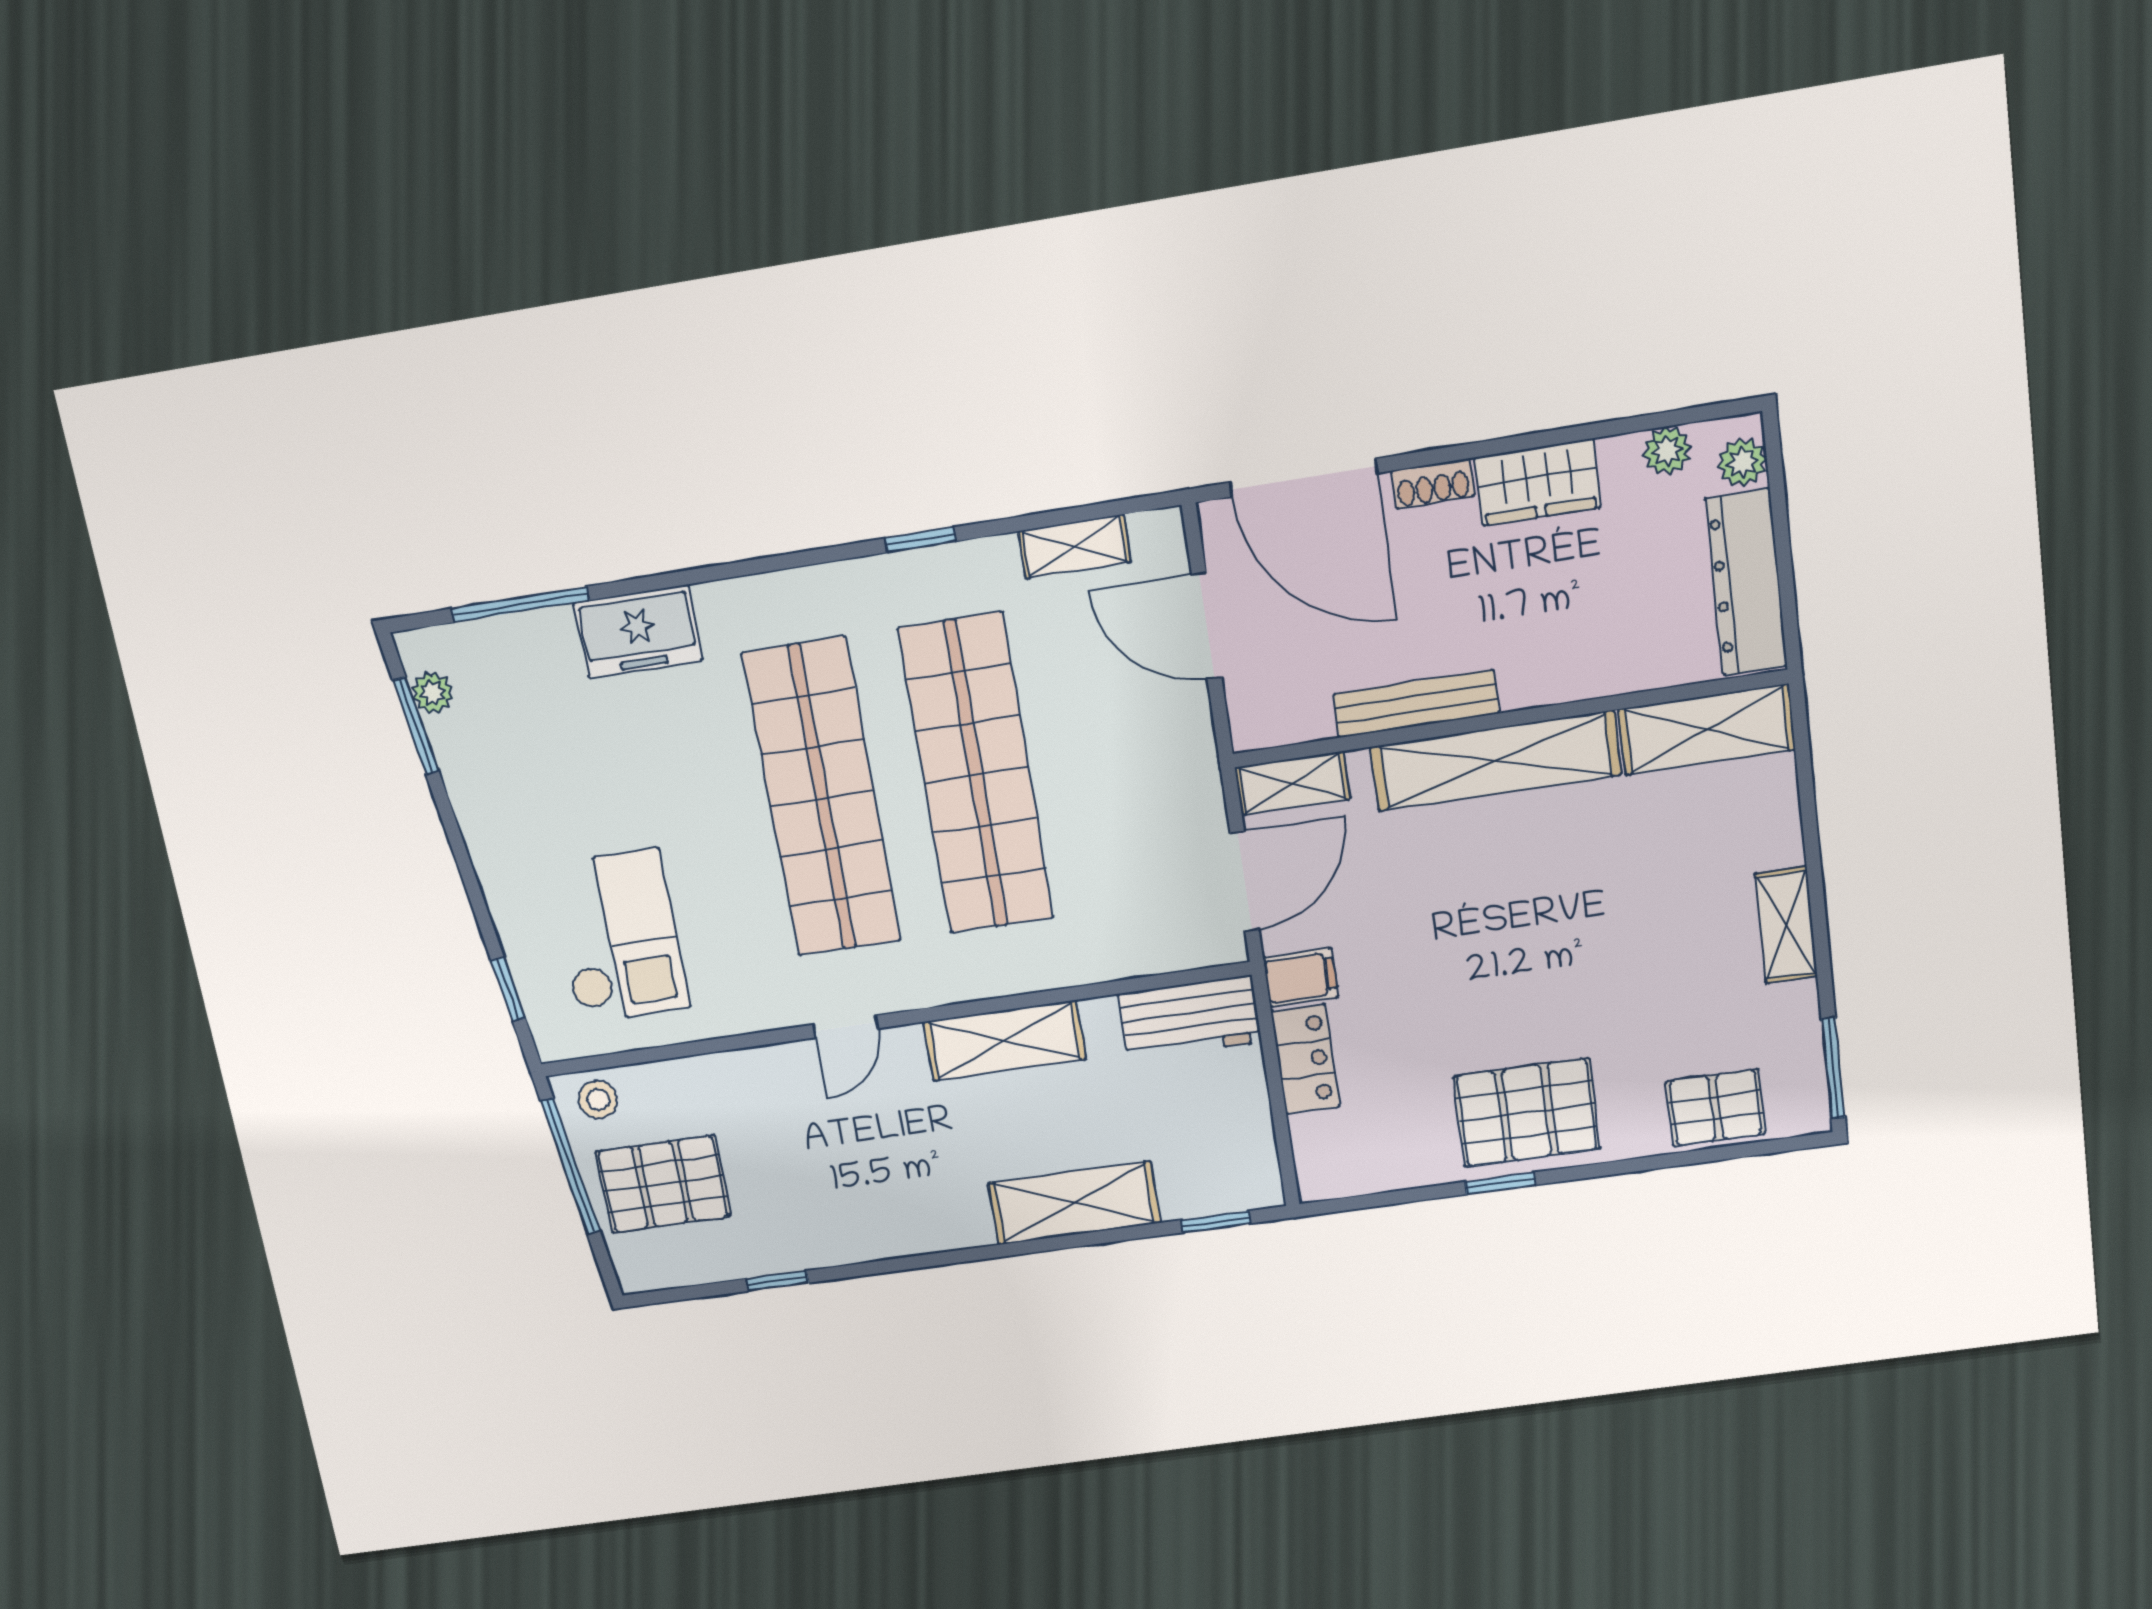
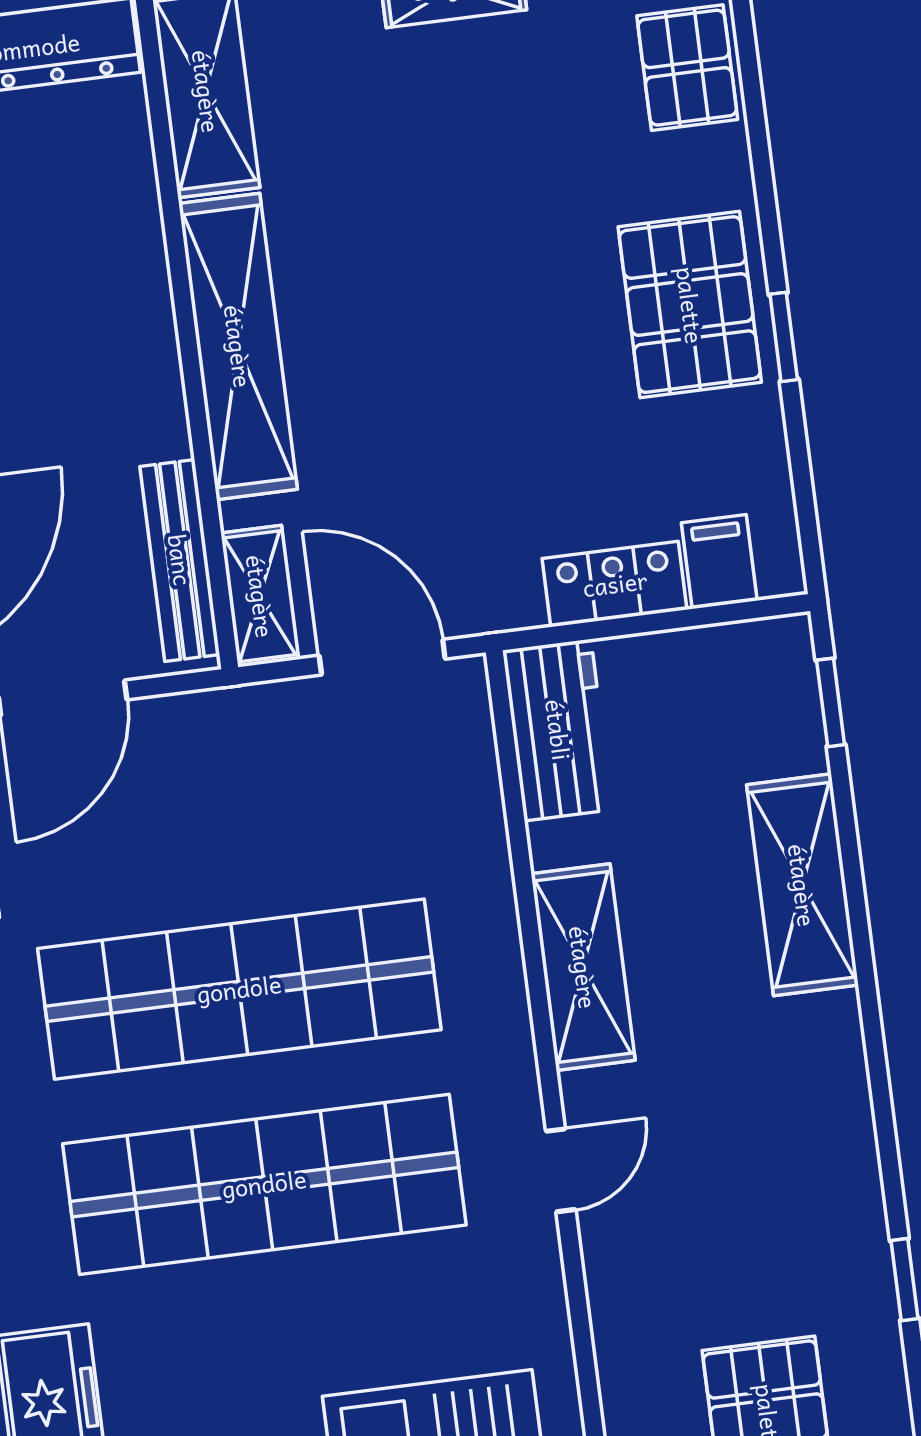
bench: (1416, 704) -> (180, 560), moved
filing cabinet: (1301, 977) -> (719, 562), moved
door: (846, 1027) -> (561, 1170), hinge flipped

